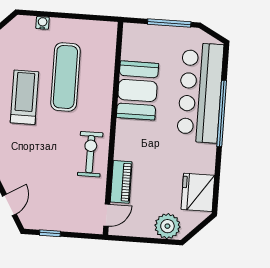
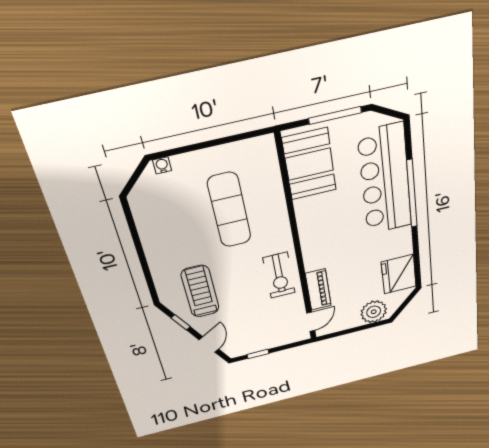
water cooler: (43, 23) -> (162, 165), moved
booth: (138, 90) -> (309, 164), moved
treadmill: (24, 97) -> (200, 291), moved
exercise bike: (90, 154) -> (279, 275), turned 180

